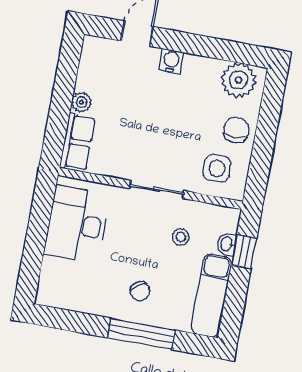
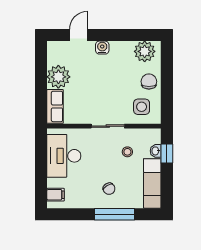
plant: (81, 102) -> (58, 77), width x1.88, depth x1.88
filing cabinet: (52, 285) -> (56, 195), added

